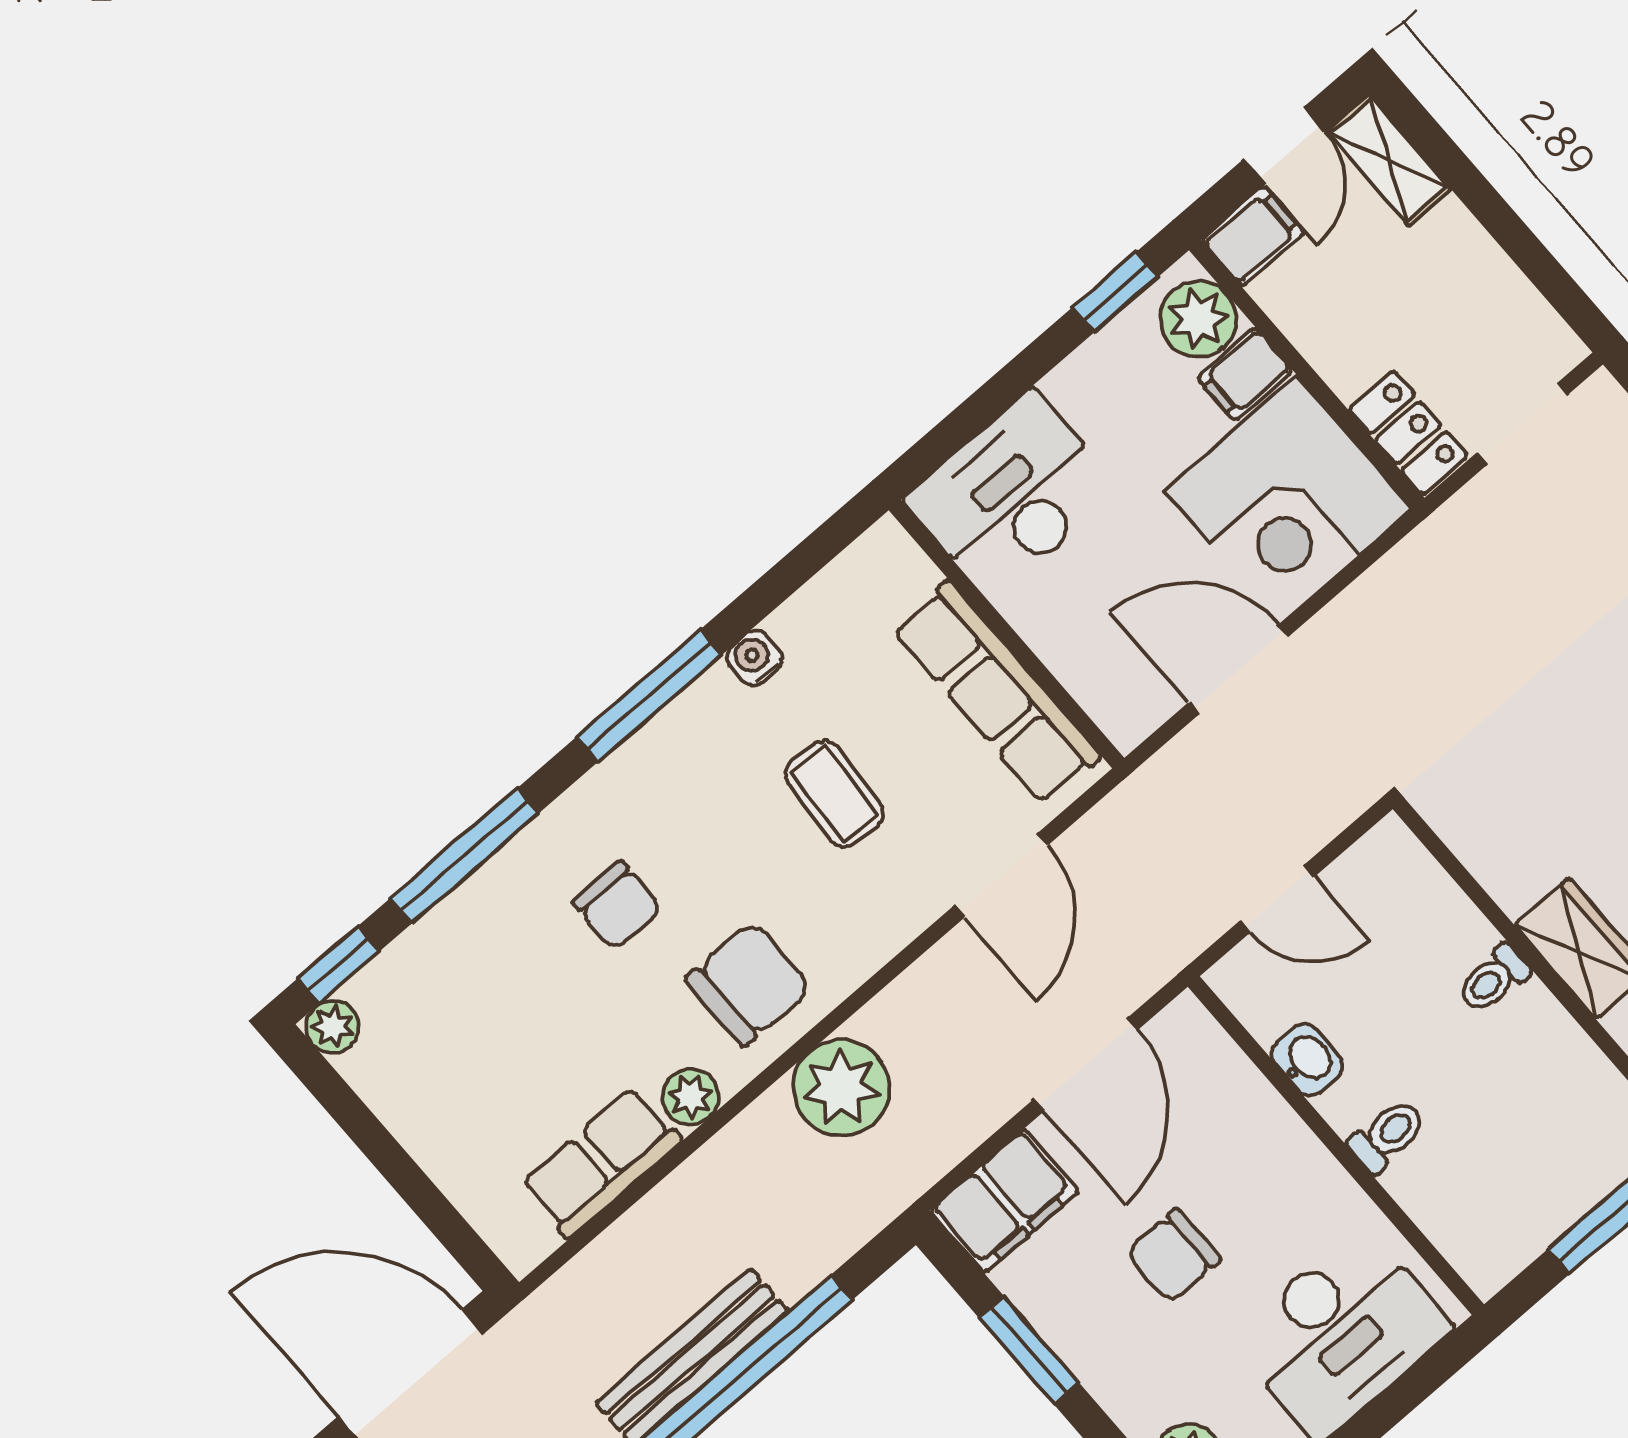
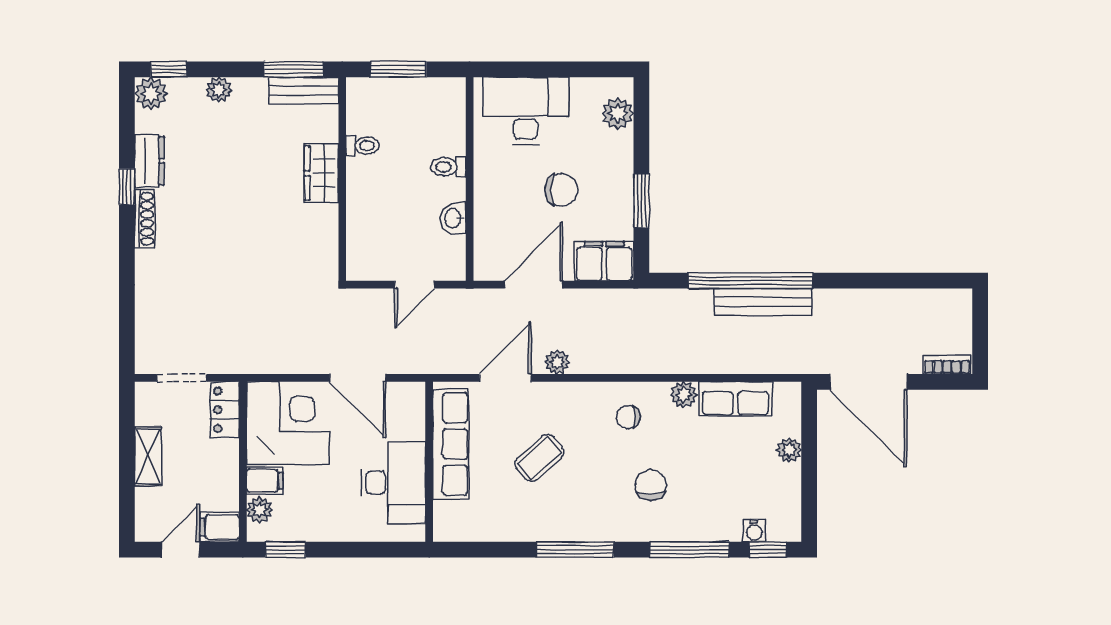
shelving: (1389, 160) -> (148, 456), moved
plant: (1198, 319) -> (260, 510), width x0.73, depth x0.73
desk: (1012, 494) -> (393, 483), moved, turned -90
water cooler: (754, 658) -> (754, 531), moved
coffee table: (834, 794) -> (539, 458), turned 45
door: (1277, 899) -> (414, 285), swing flipped
toilet: (1493, 979) -> (362, 146), moved
chair: (749, 984) -> (628, 417), width x0.54, depth x0.54
plant: (333, 1027) -> (789, 450), moved
plant: (841, 1088) -> (557, 362), moved, width x0.53, depth x0.53

